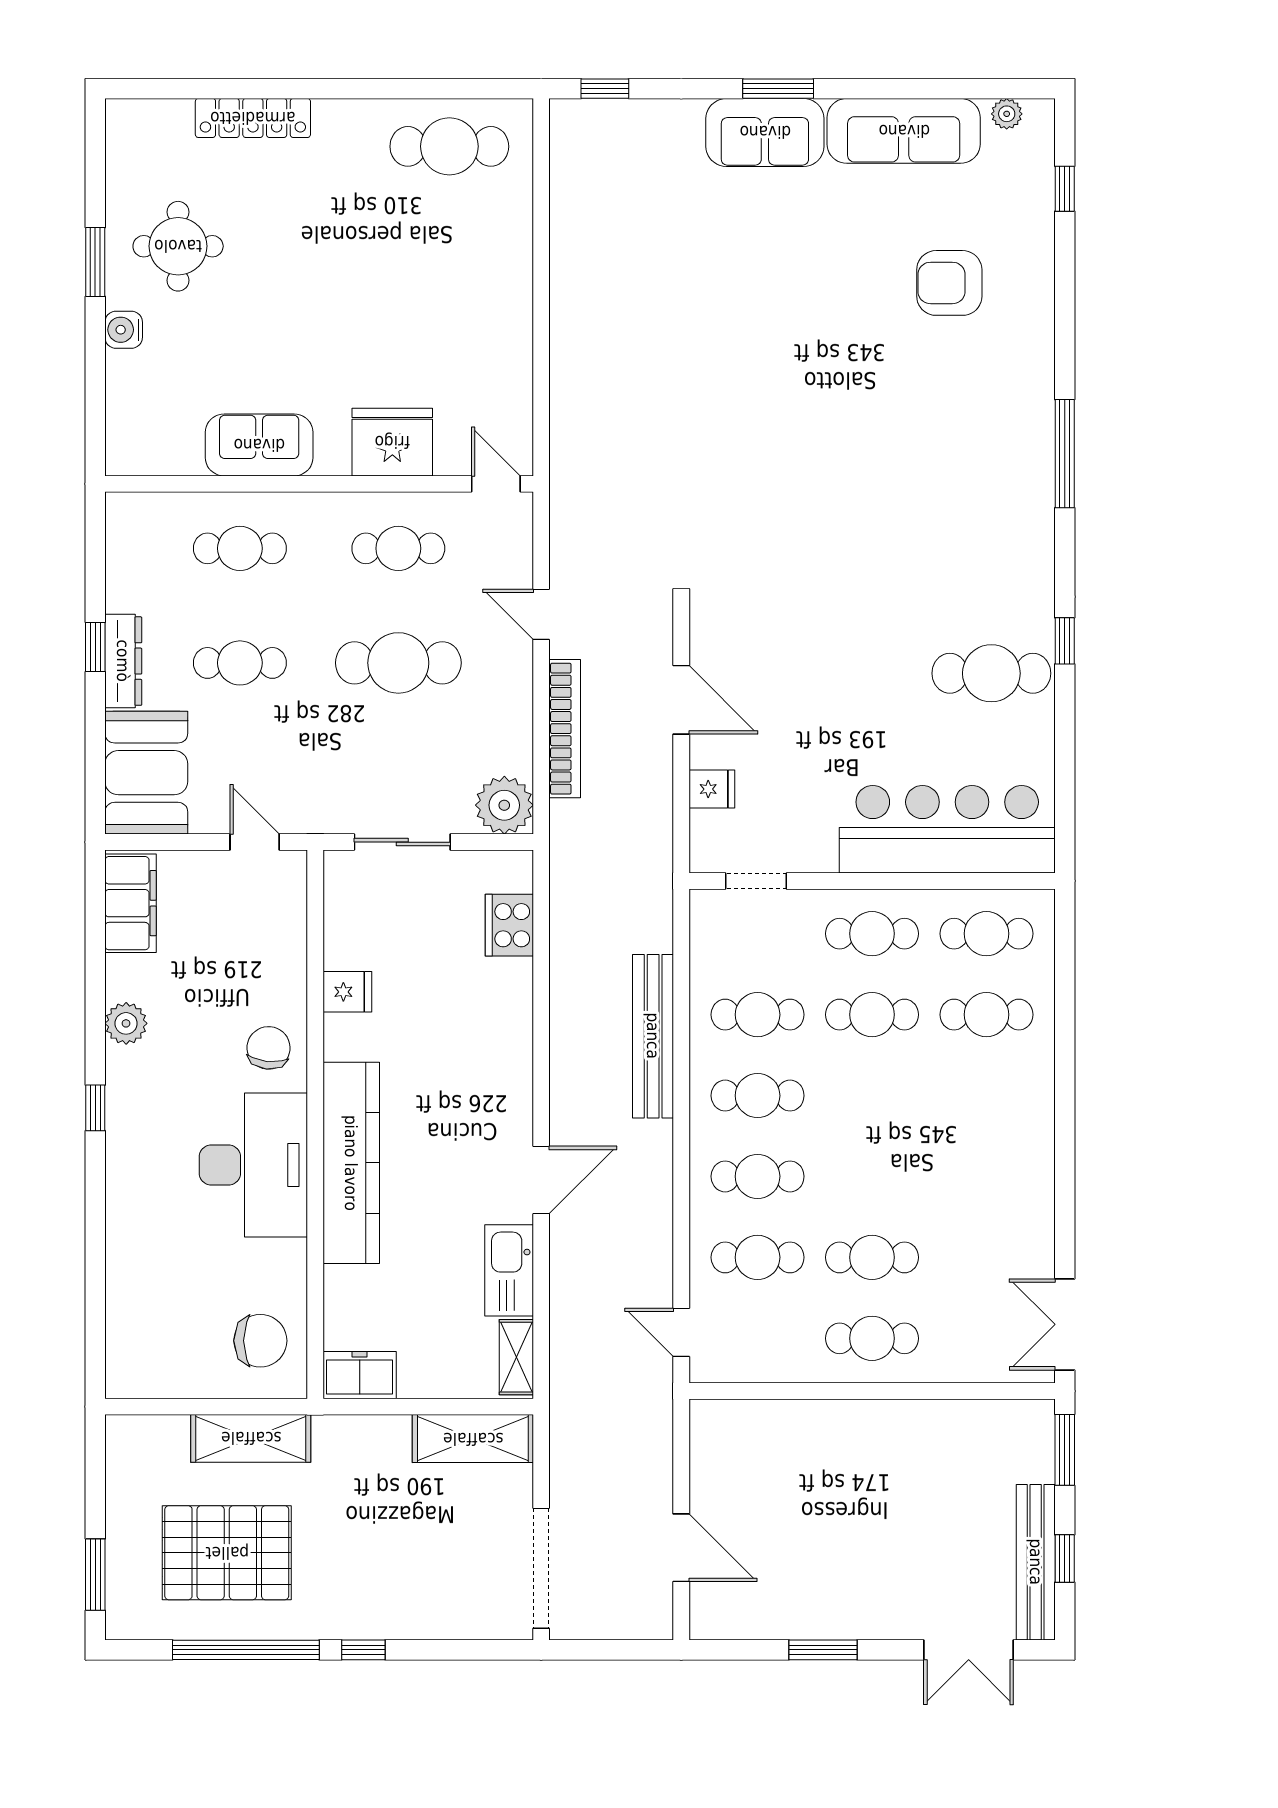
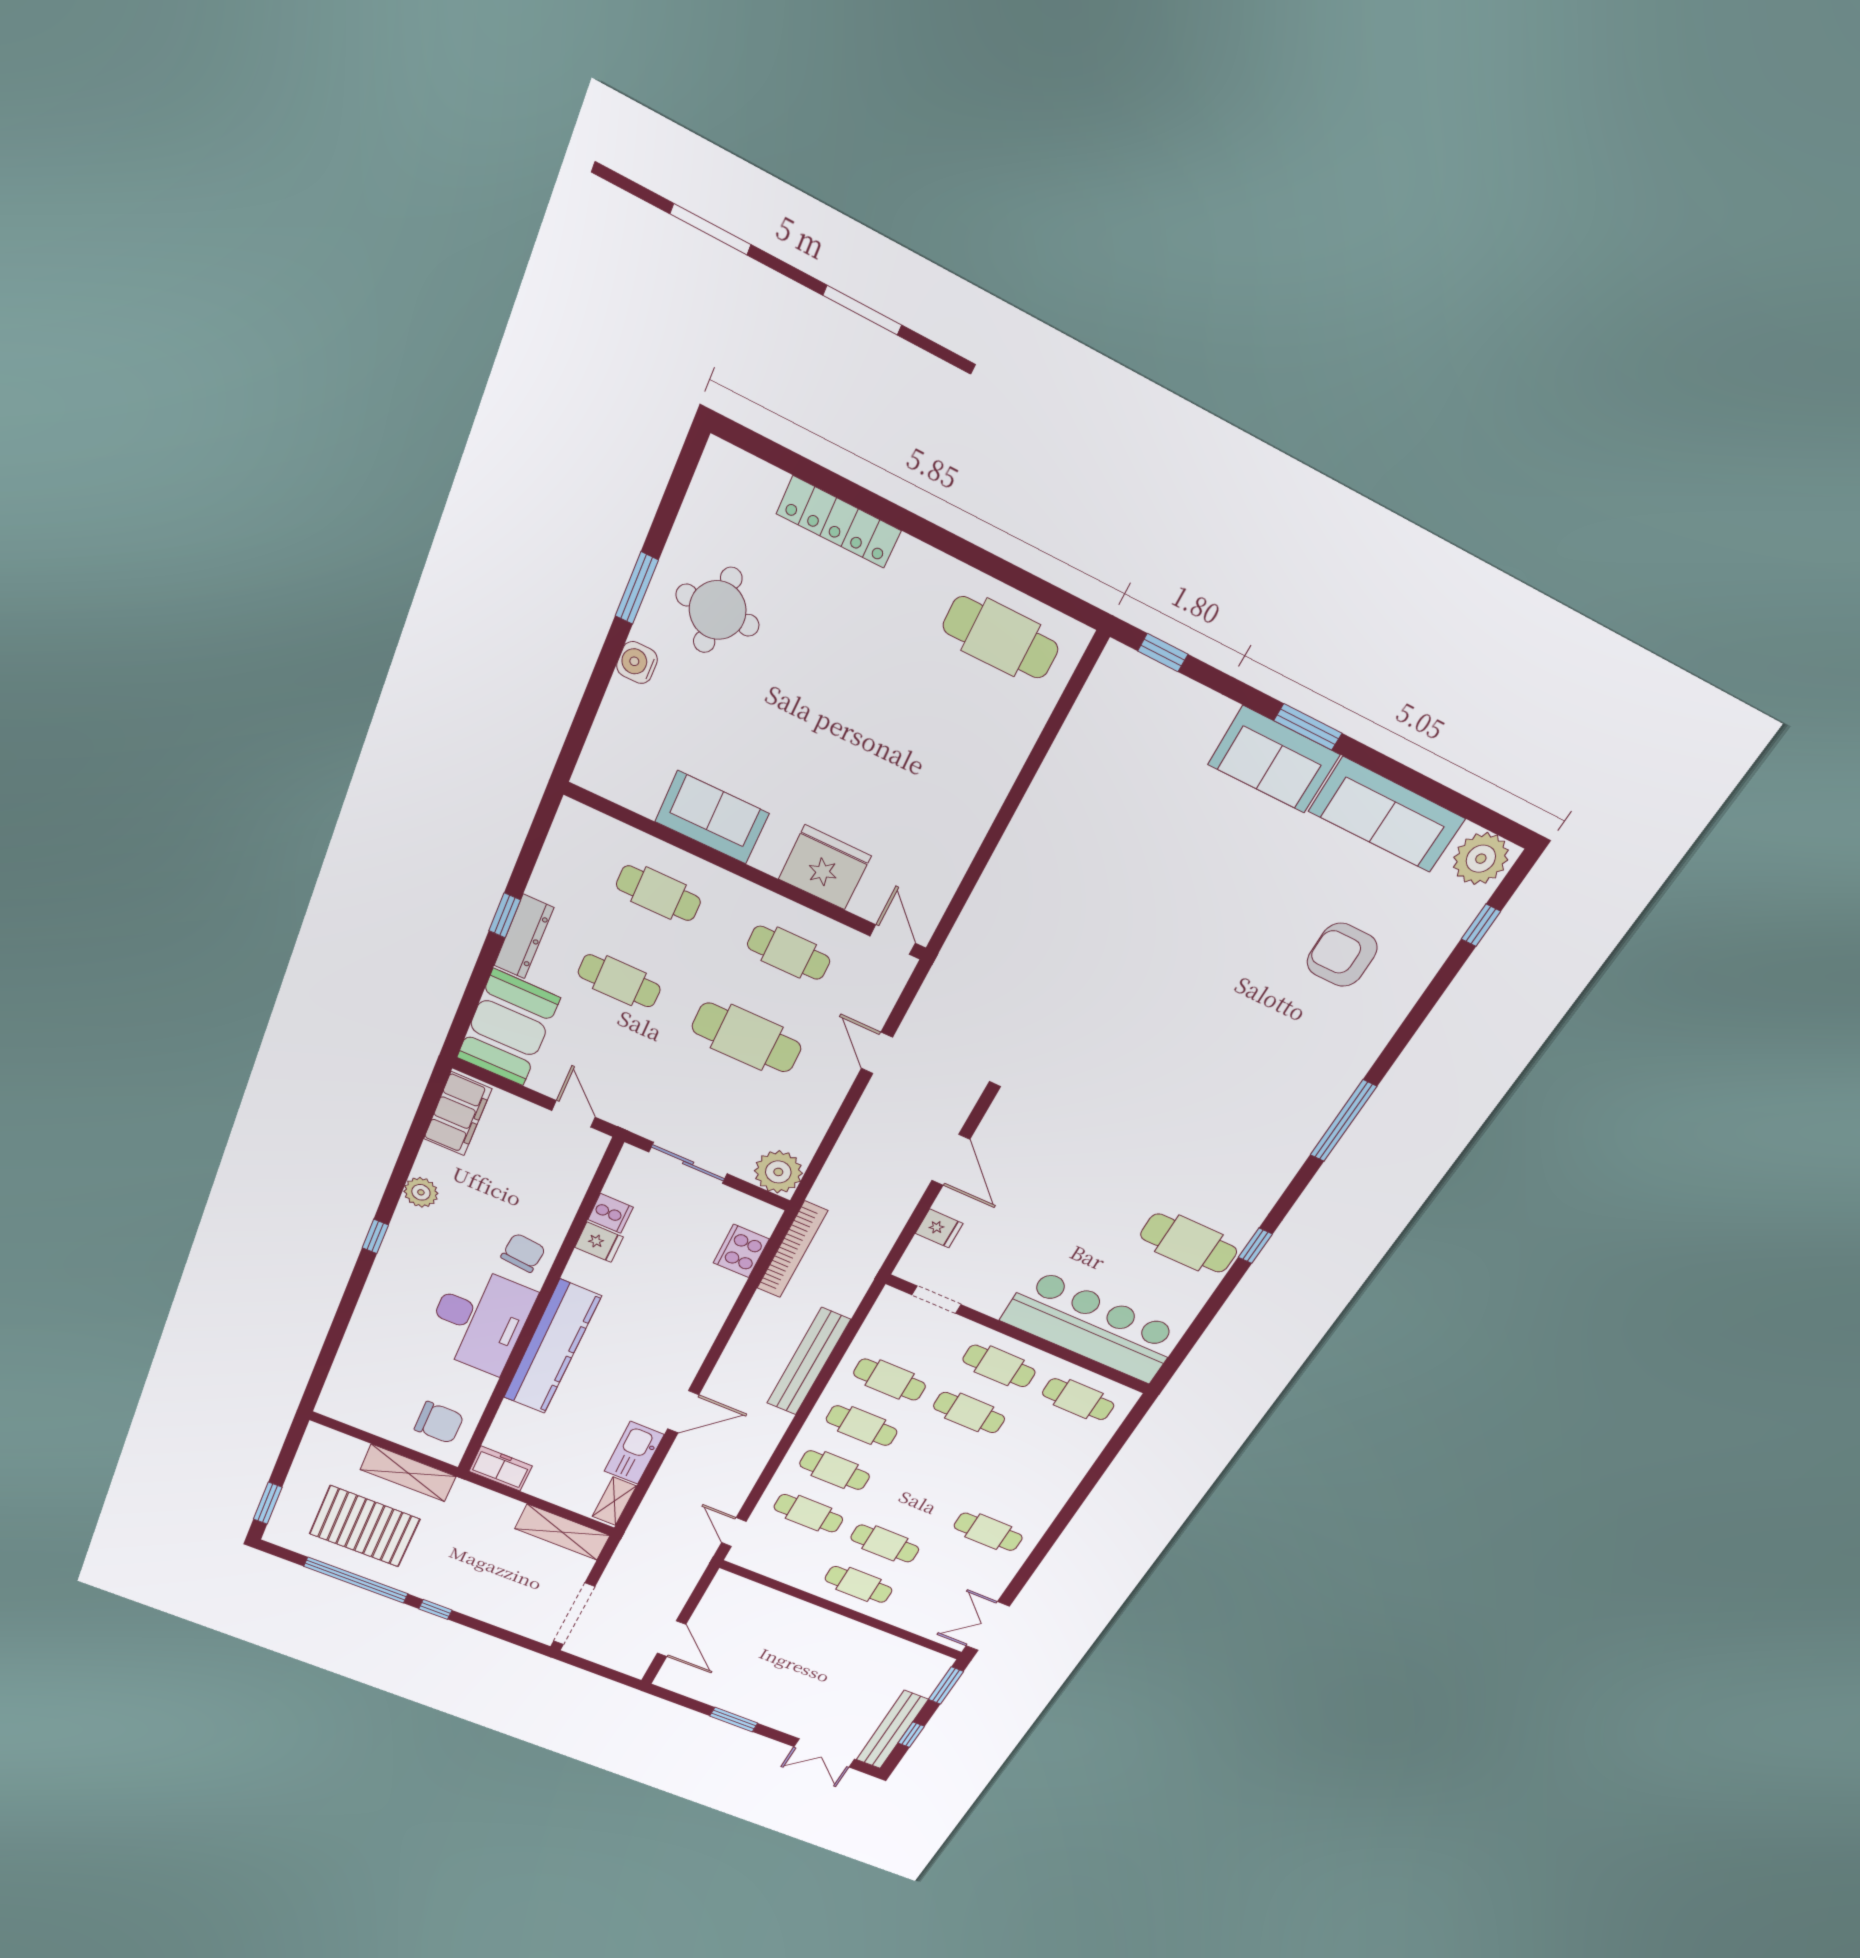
plant: (1007, 114) -> (1481, 859), width x1.88, depth x1.88
bookcase: (565, 729) -> (792, 1250), moved
cooker: (345, 948) -> (611, 1213), added
cafe table: (986, 1015) -> (988, 1532), moved

